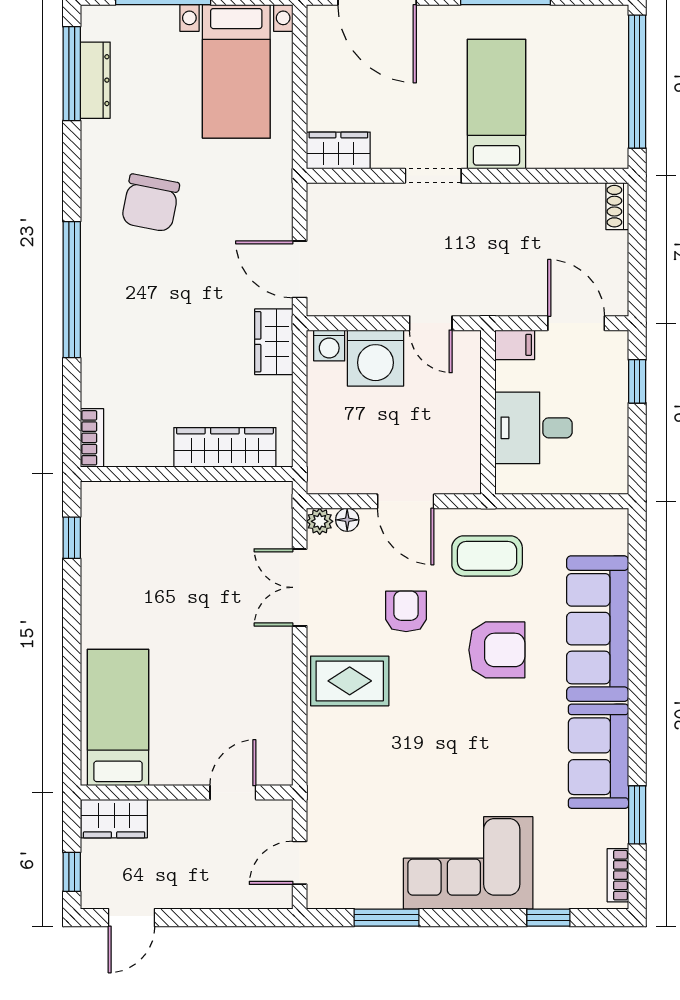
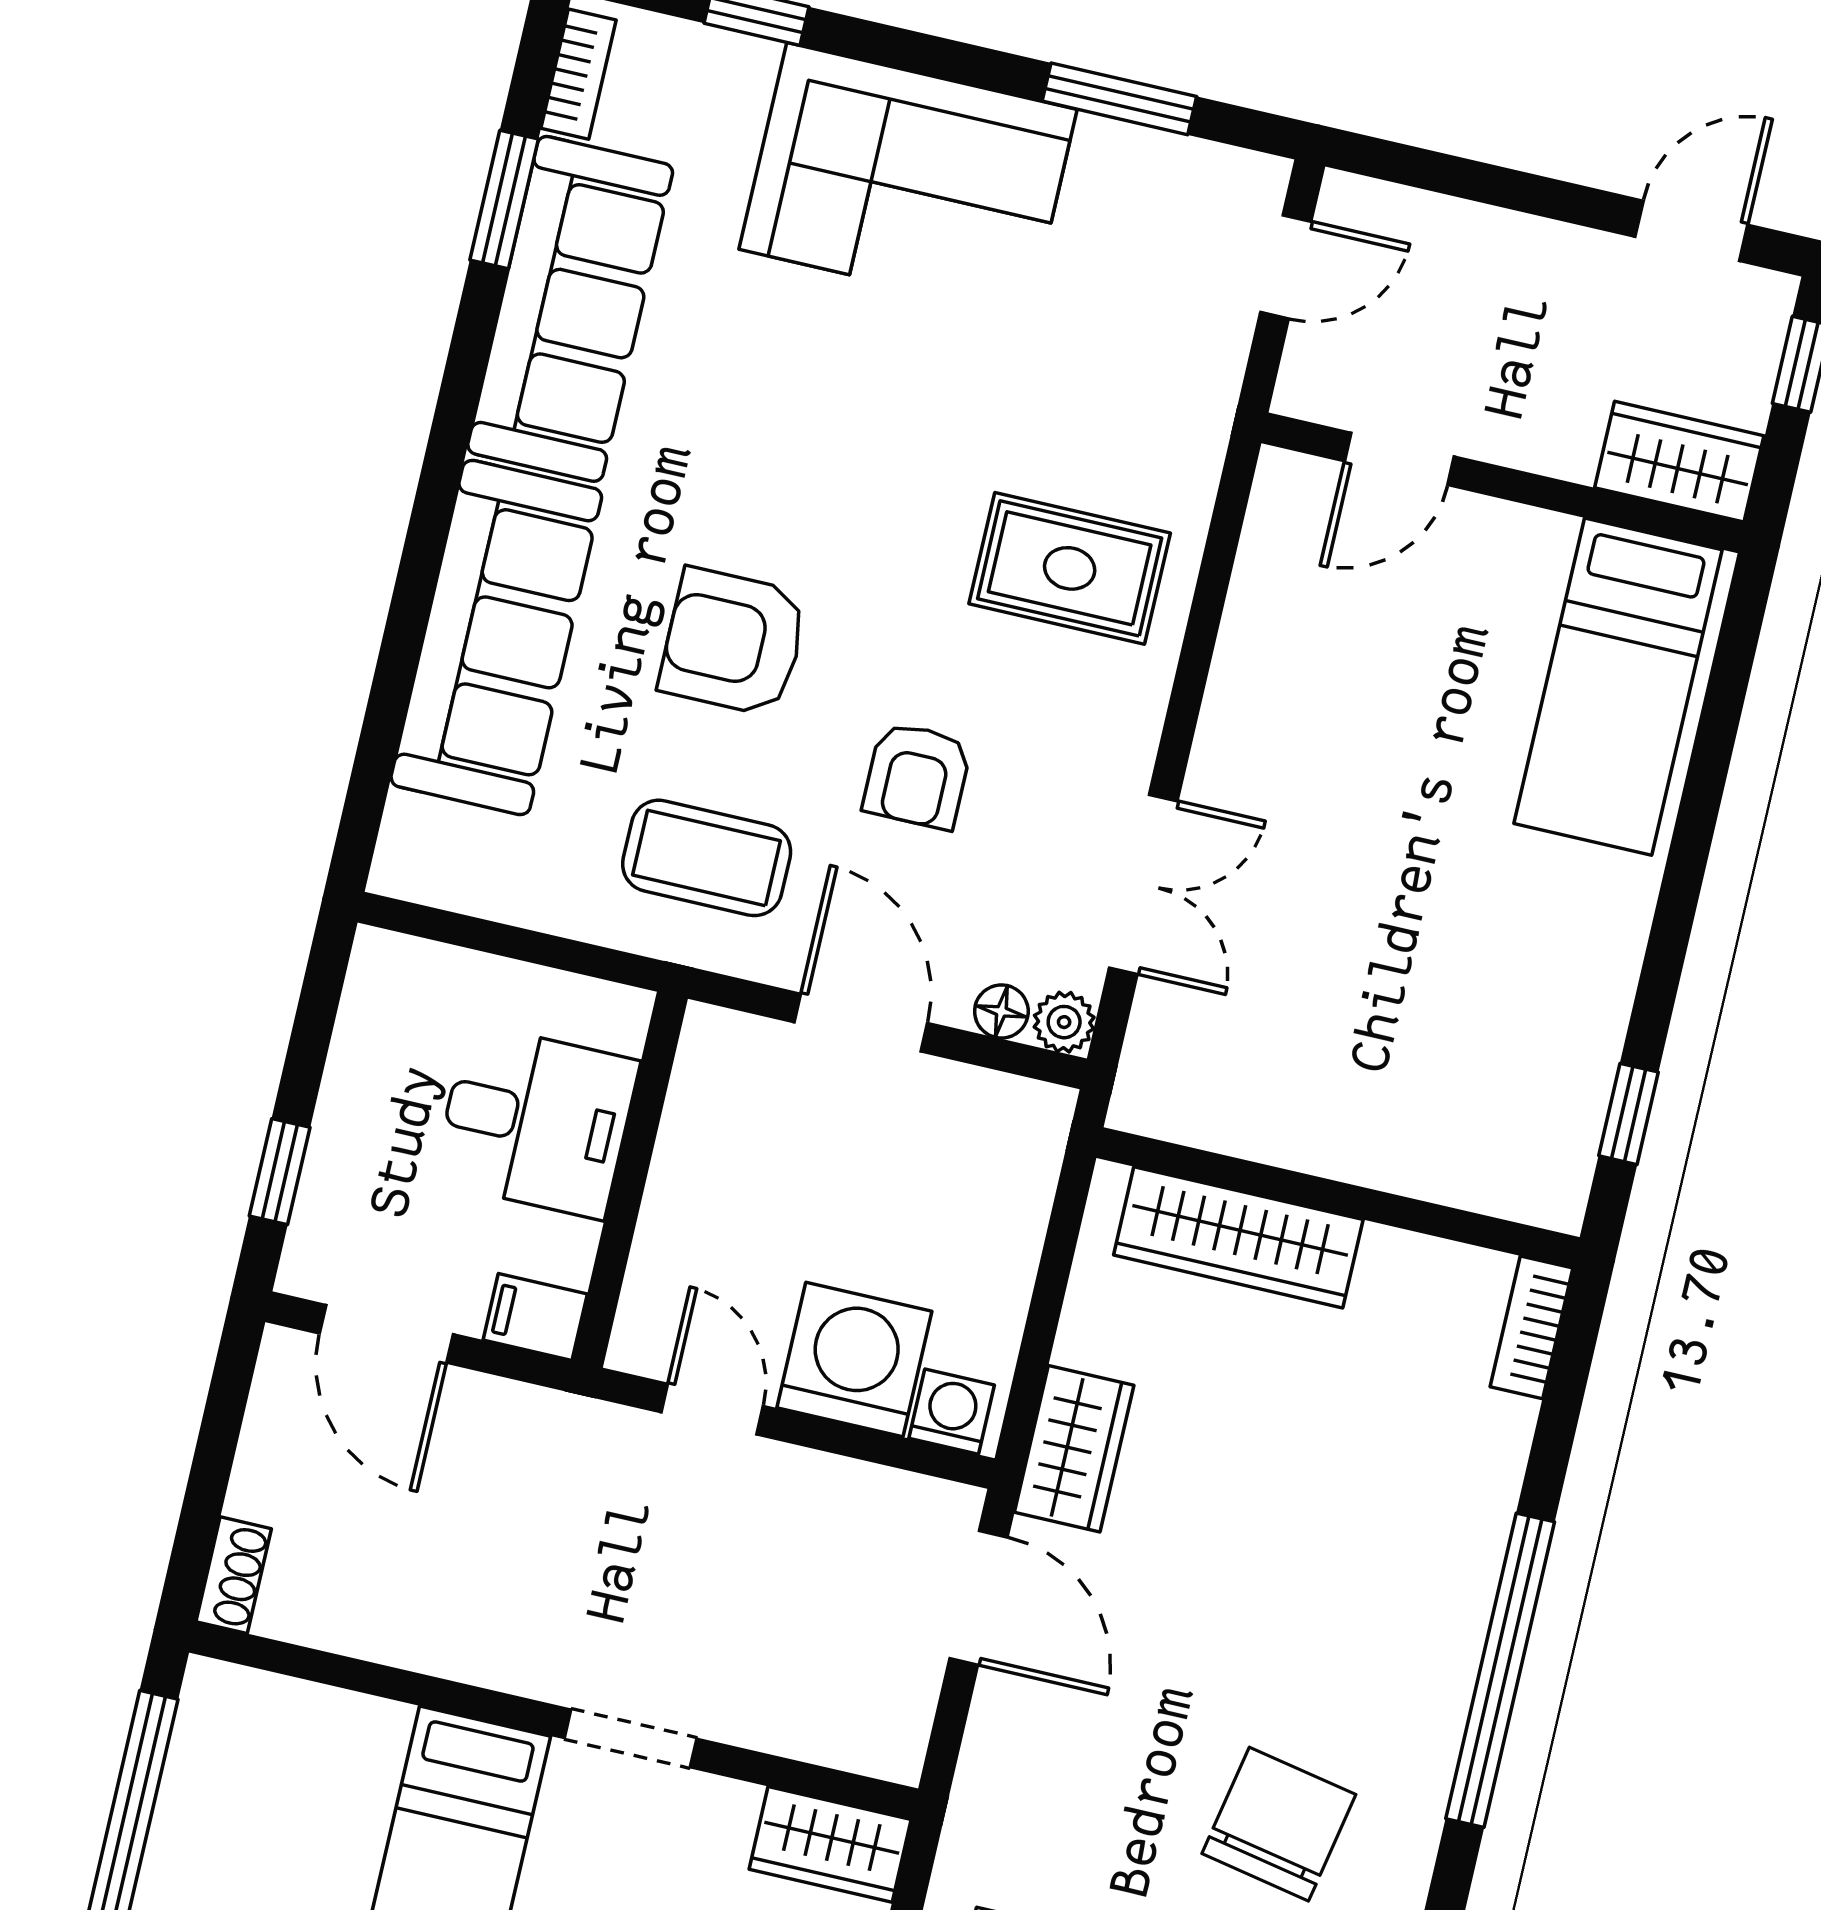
rug: (350, 681) -> (1070, 568), moved
sofa: (598, 756) -> (570, 309), width x1.36

